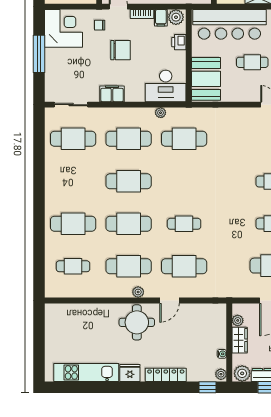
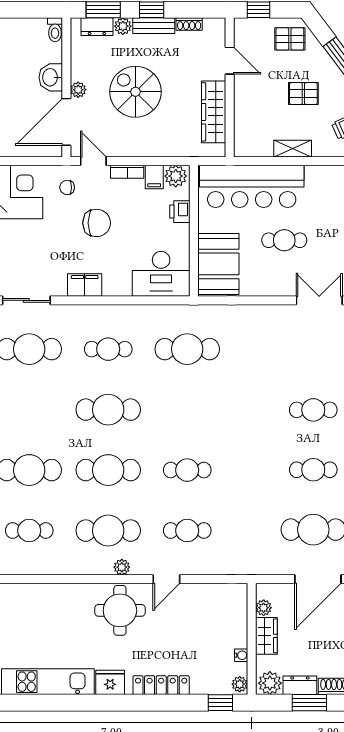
plant: (161, 113) -> (154, 312), removed
cafe table: (129, 139) -> (108, 349), width x0.73, depth x0.74
cafe table: (184, 266) -> (187, 531), width x0.73, depth x0.74

